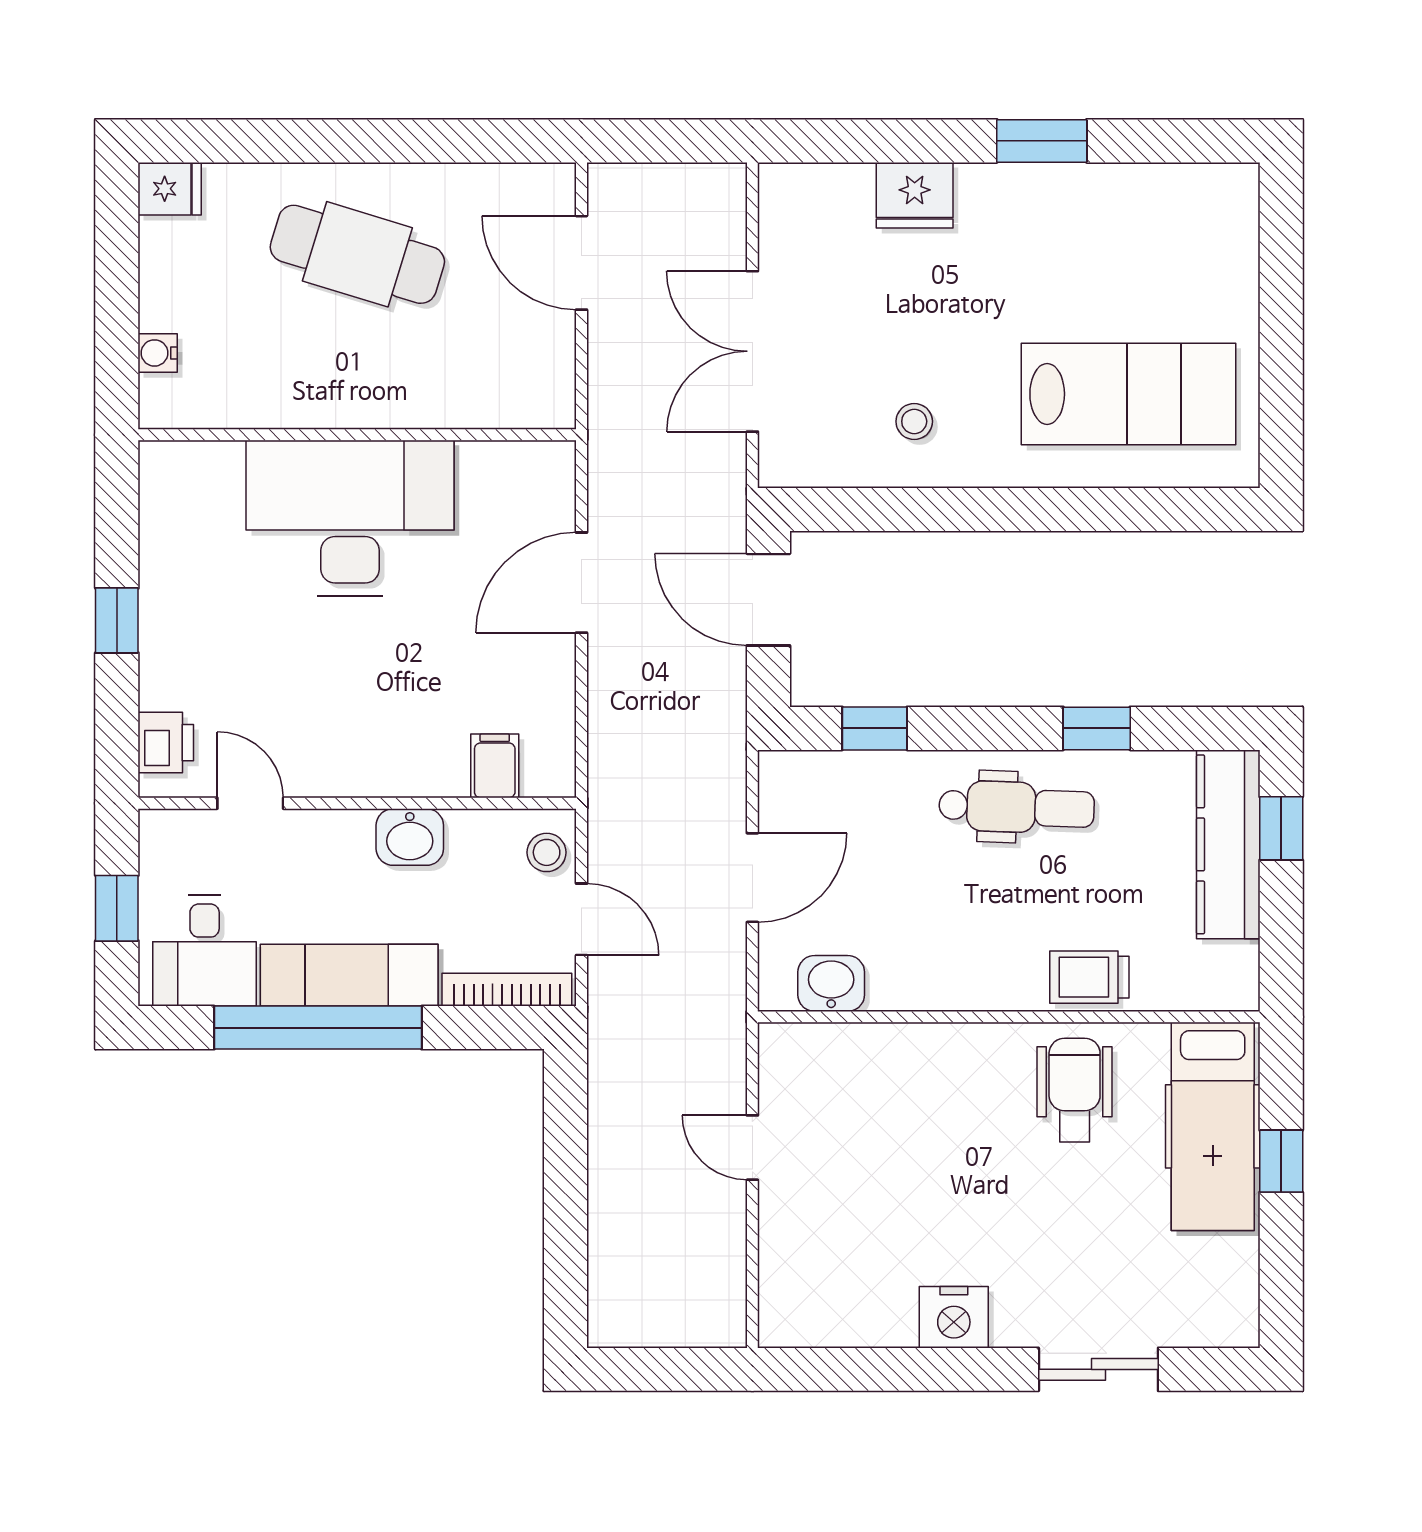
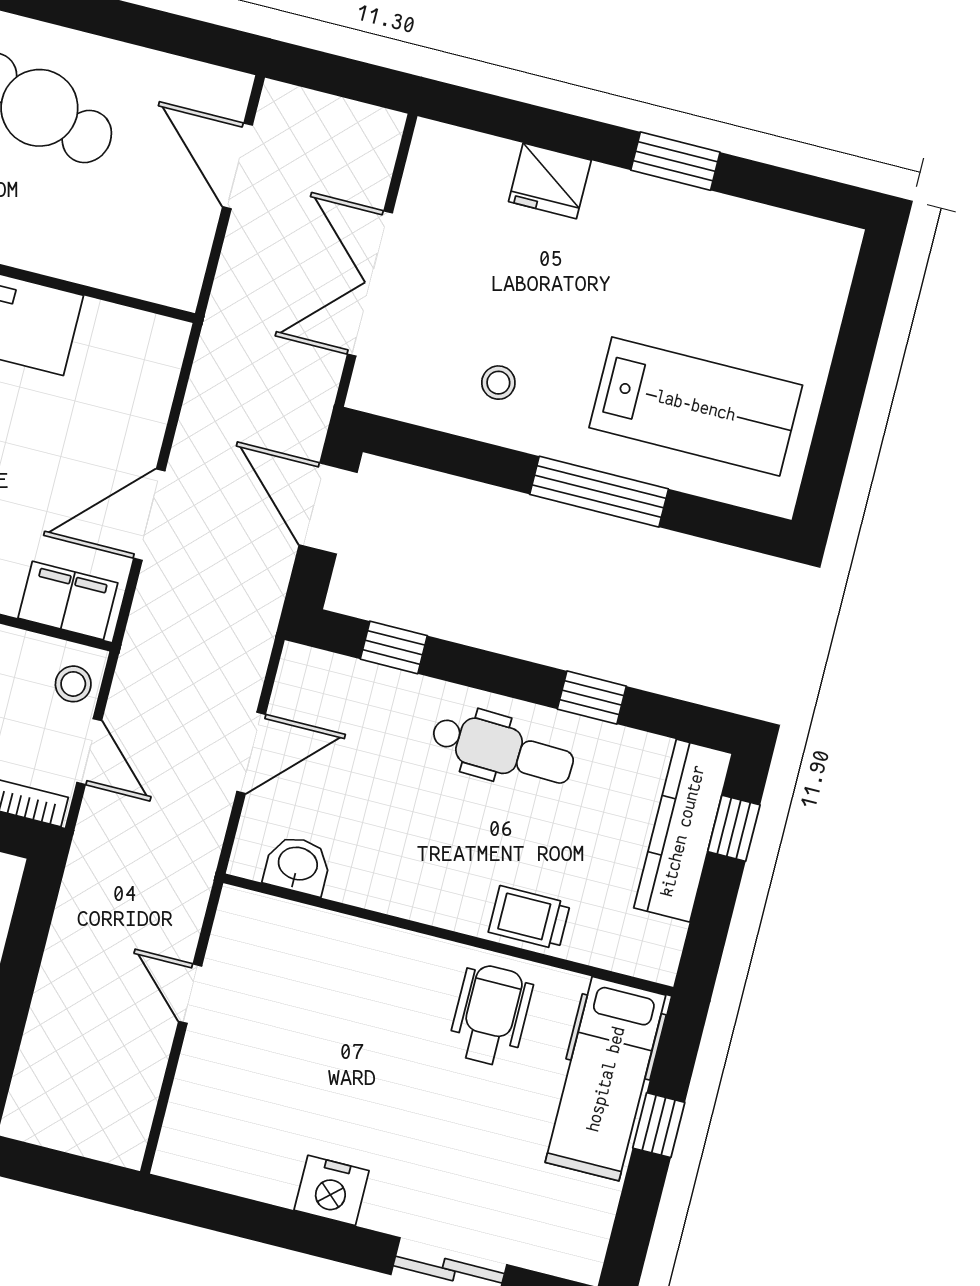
window: (1049, 509) -> (599, 492), added
door: (581, 583) -> (149, 515), moved
filing cabinet: (495, 766) -> (68, 601), width x2.00

